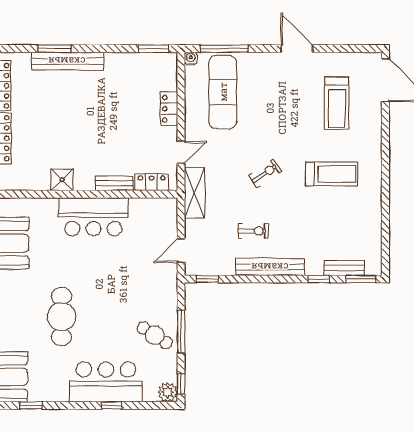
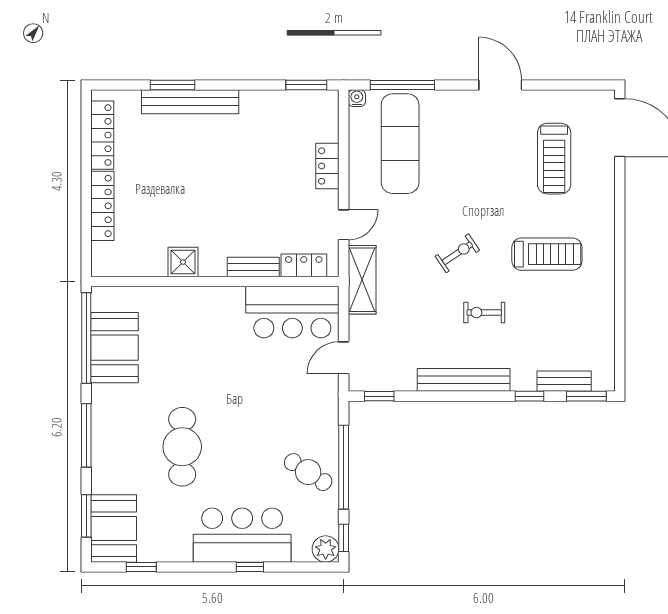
bar counter: (93, 217) -> (292, 312), moved
exercise bike: (253, 231) -> (484, 313), moved, turned 180
window: (181, 332) -> (344, 467), width x1.46

